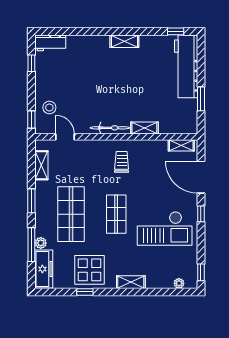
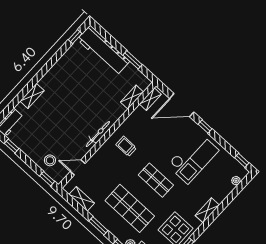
shelving: (124, 41) -> (32, 96), moved
shelving: (144, 128) -> (132, 97), moved

